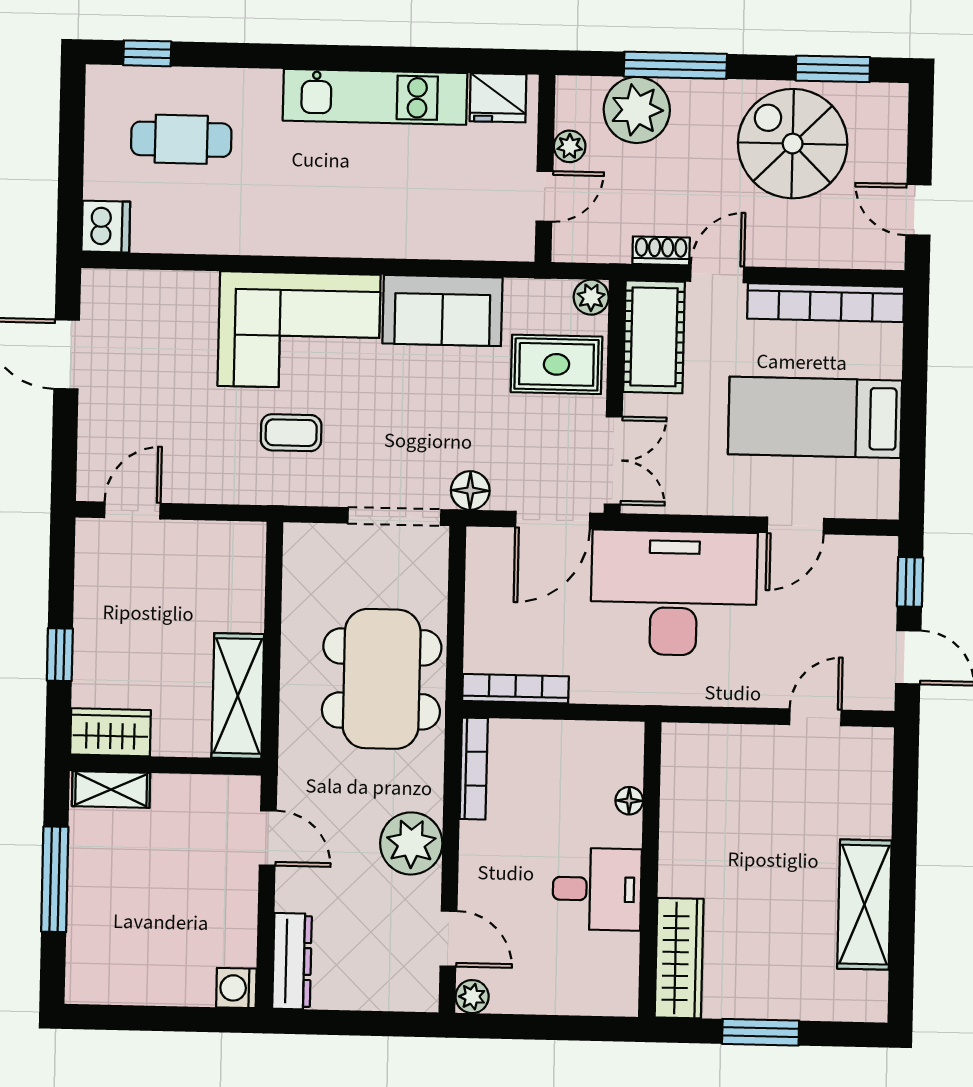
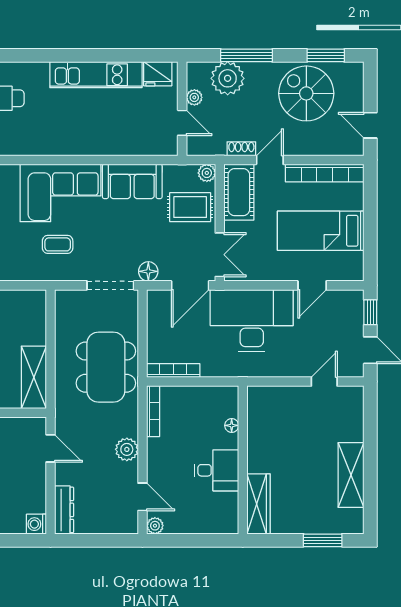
door: (544, 196) -> (182, 123), hinge flipped
plant: (411, 843) -> (127, 449), width x0.73, depth x0.73
window: (761, 1032) -> (323, 540), moved

